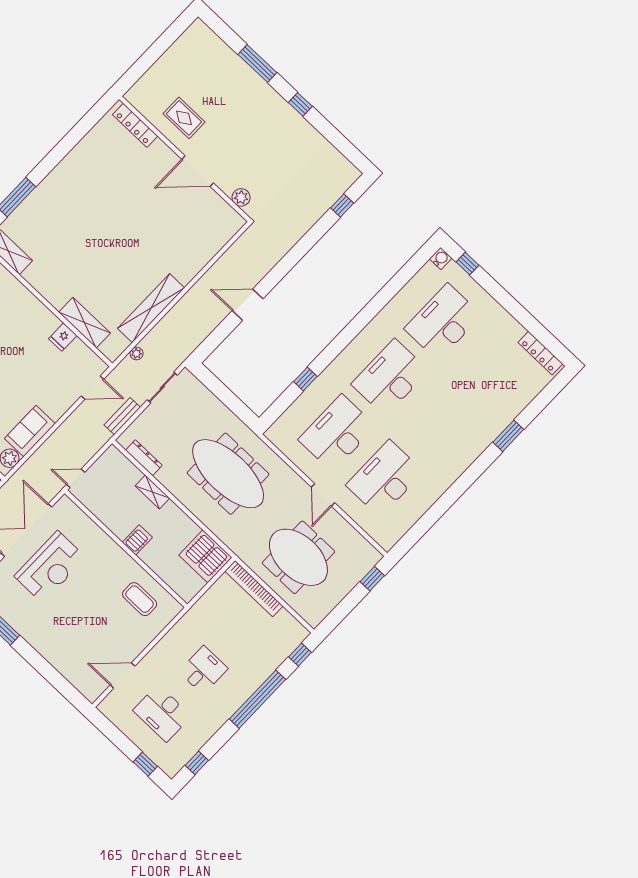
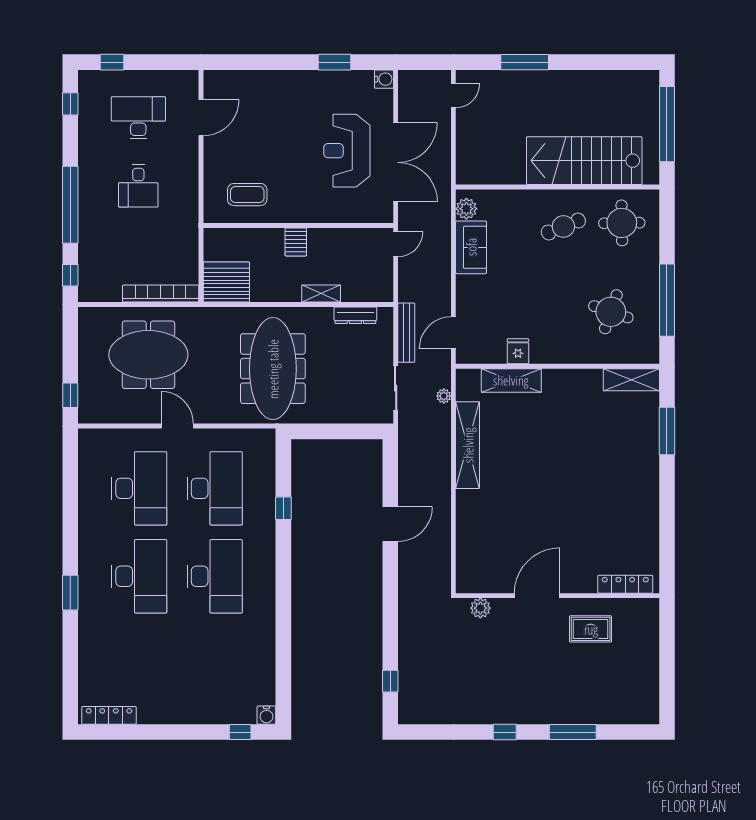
desk: (443, 322) -> (139, 576), moved
bench: (122, 416) -> (406, 333), width x1.36
window: (508, 436) -> (70, 593), moved
meeting table: (228, 474) -> (273, 369), turned 90

